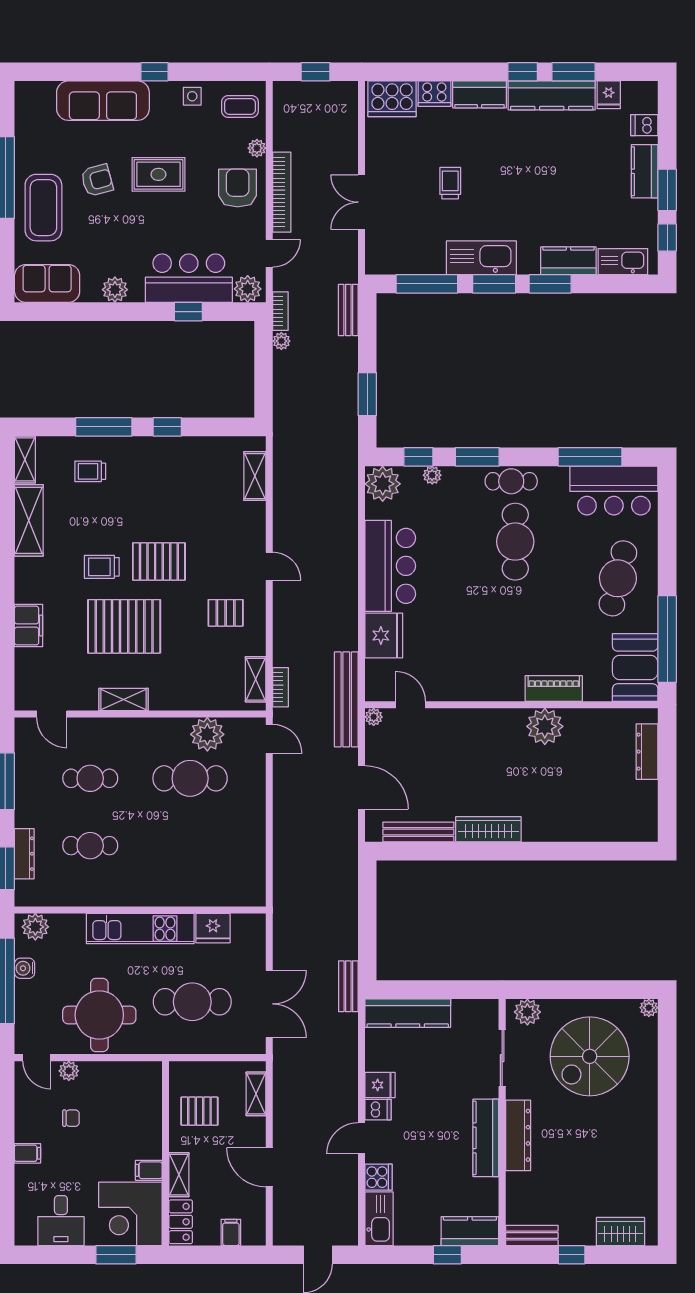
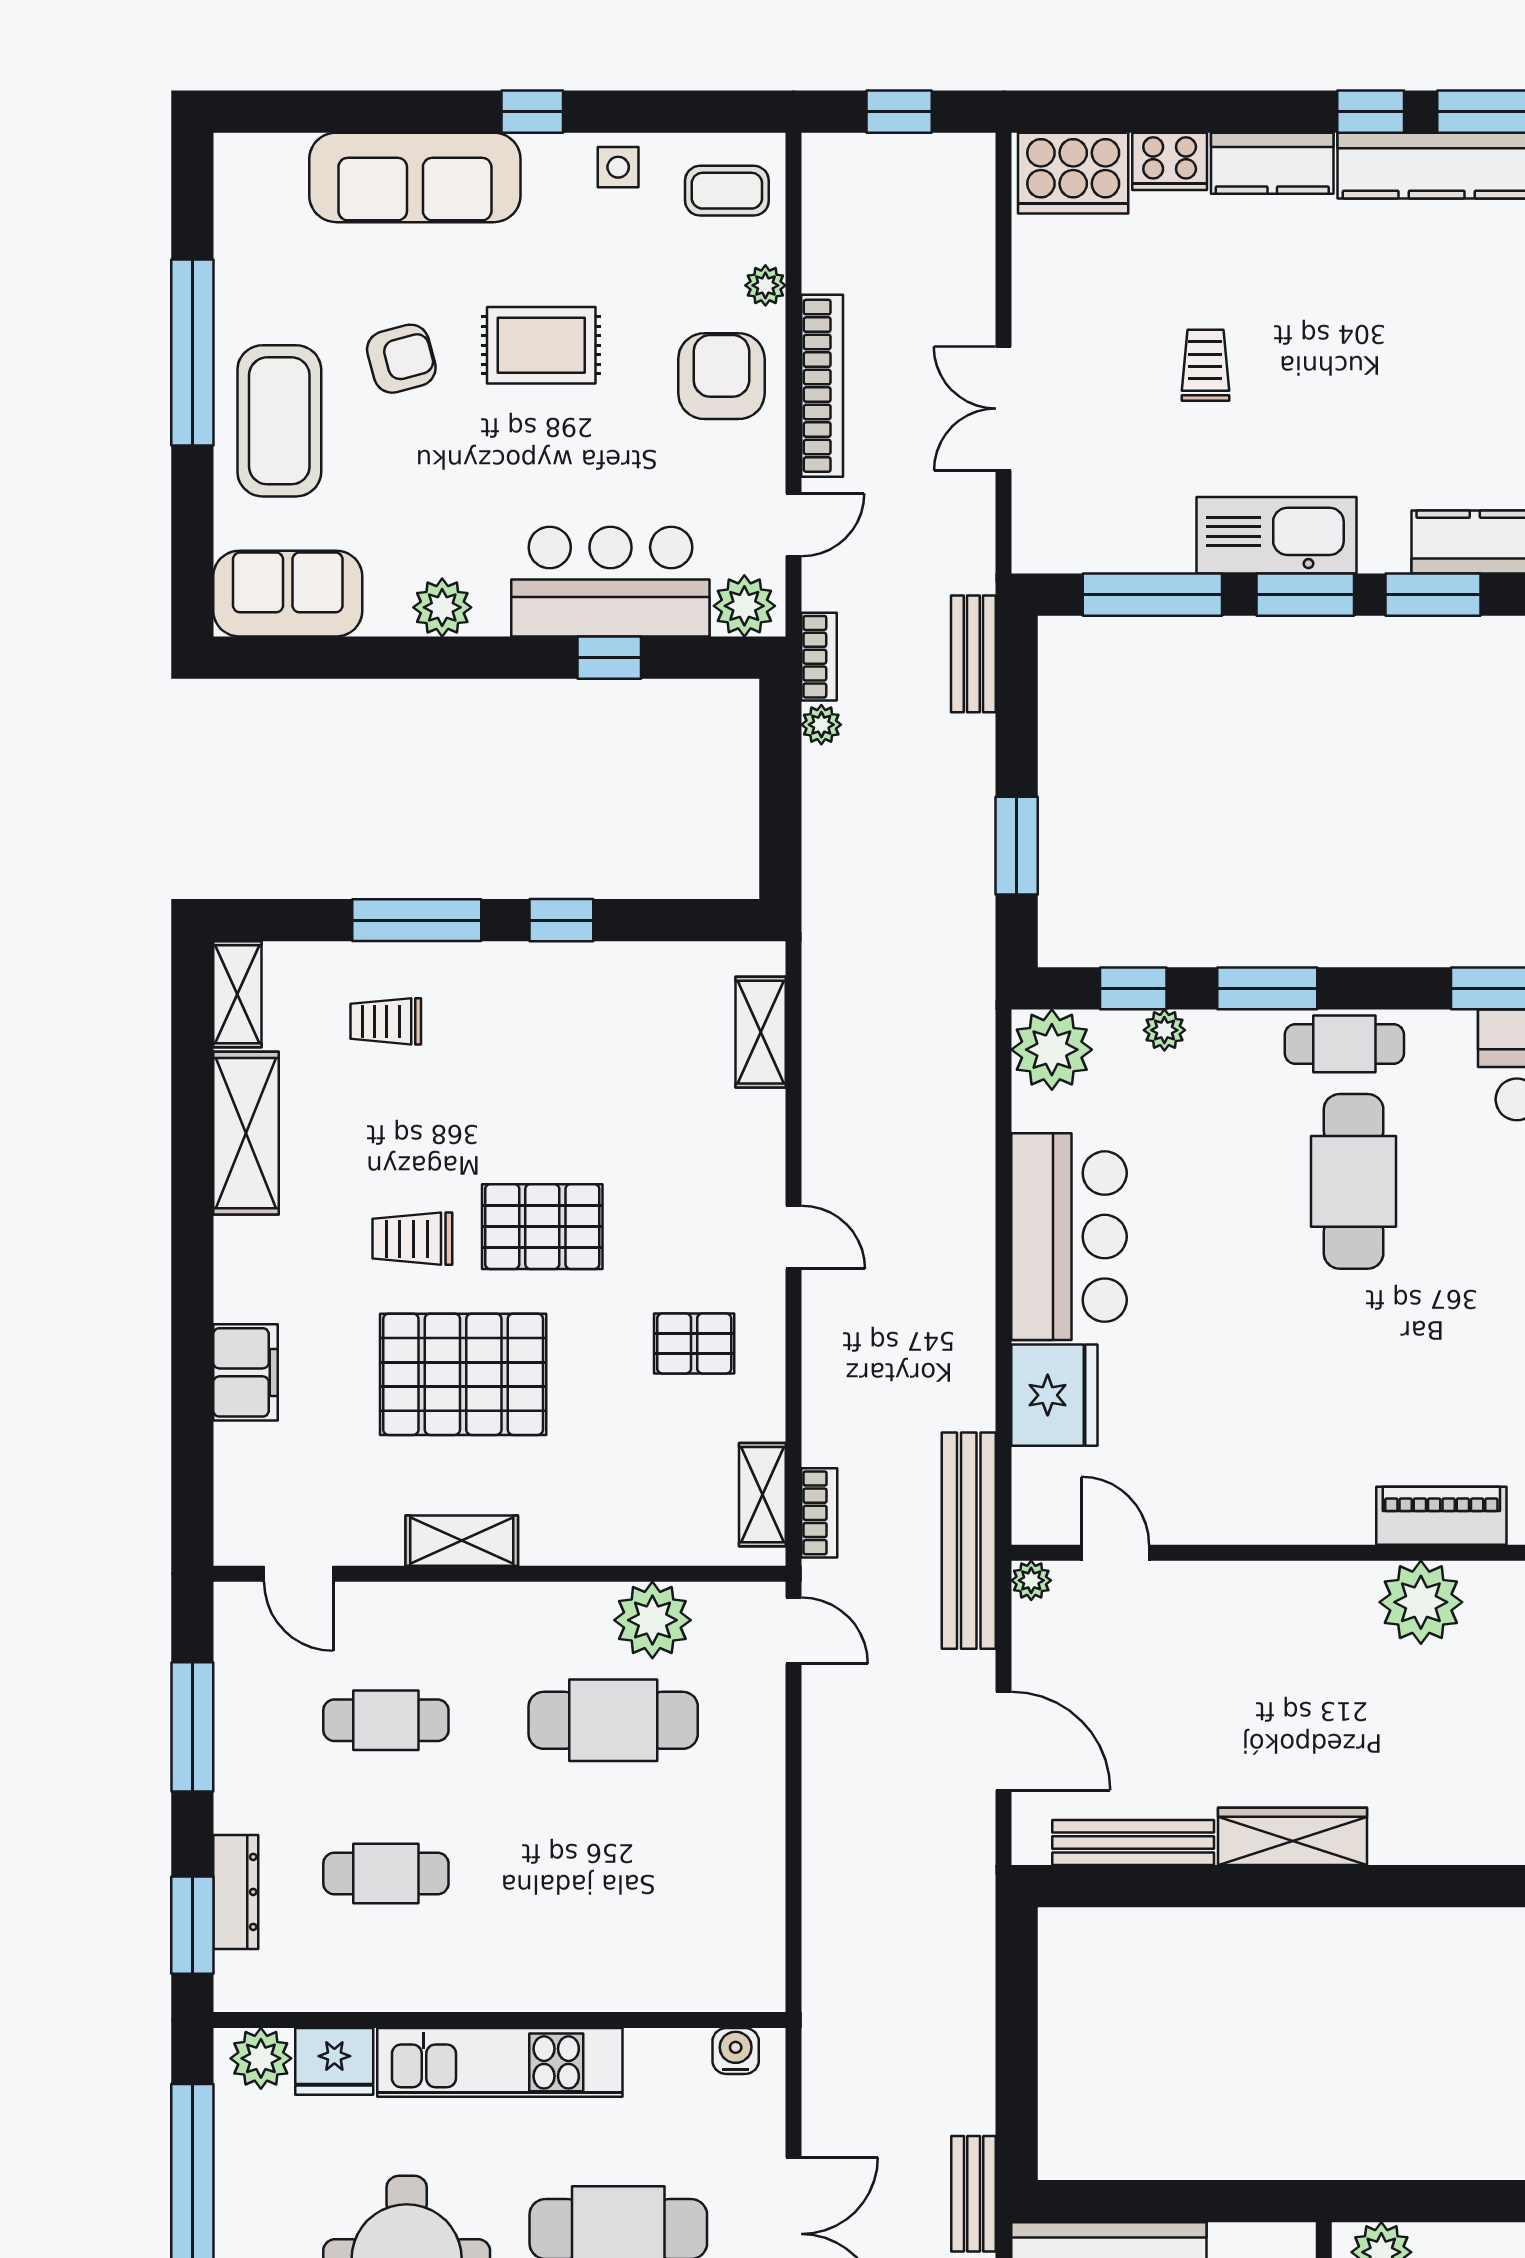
fridge: (213, 928) -> (334, 2061), moved
water cooler: (25, 968) -> (736, 2051), moved, turned 90

